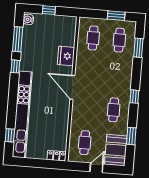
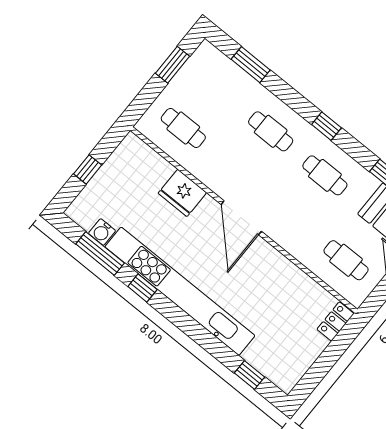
water cooler: (28, 19) -> (102, 232), moved
cafe table: (119, 40) -> (271, 131), moved
door: (72, 87) -> (241, 218), hinge flipped
kitchen unit: (22, 114) -> (180, 291), moved

